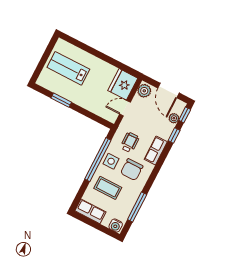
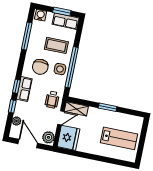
window: (61, 100) -> (108, 107), moved
shelving: (105, 113) -> (76, 109), added
window: (185, 115) -> (16, 86), moved
wheelchair: (130, 142) -> (52, 100), moved
chair: (132, 170) -> (40, 67), turned 180
window: (92, 223) -> (62, 11), added

